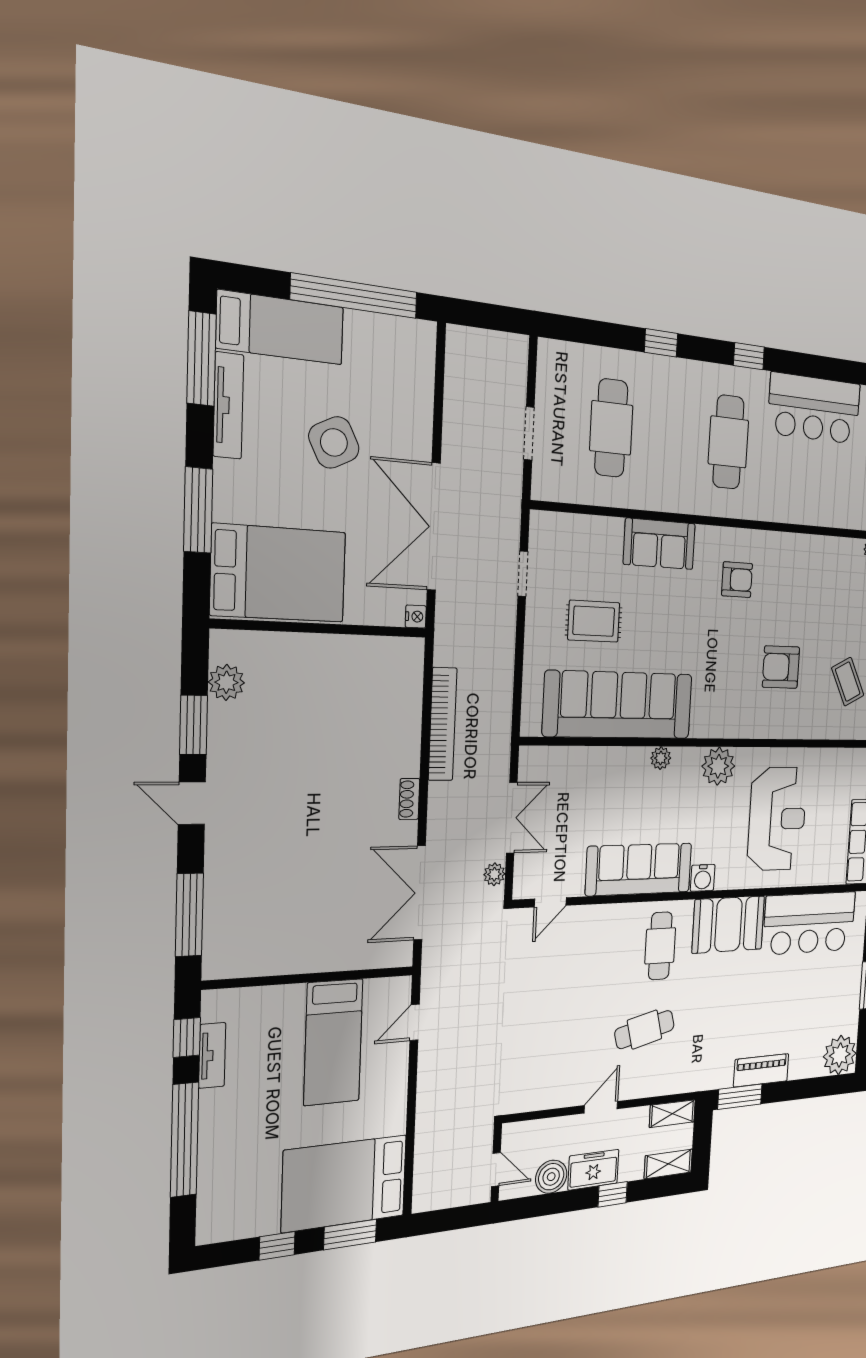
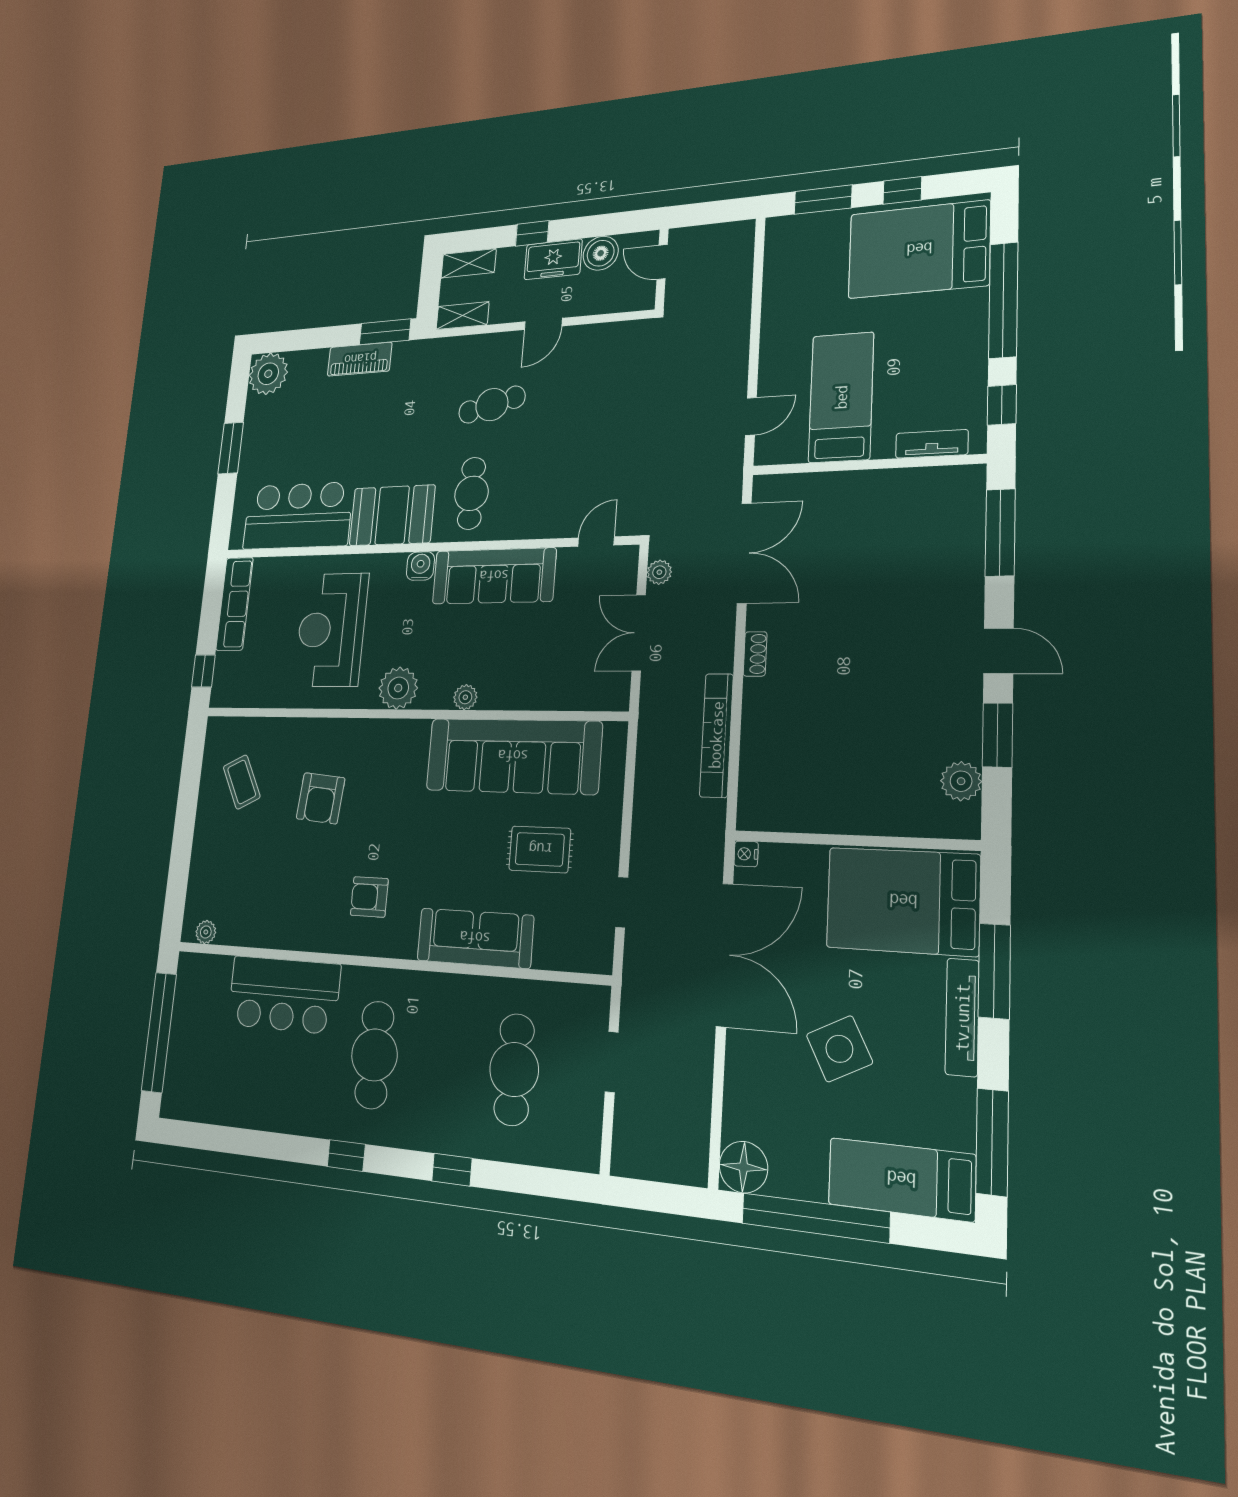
floor lamp: (416, 341) -> (743, 1167), added
tv unit: (228, 406) -> (962, 1017), moved
bar counter: (814, 409) -> (284, 995), moved, turned 180
sofa: (659, 544) -> (475, 938), width x1.36
armchair: (781, 667) -> (321, 798), turned 95
tv unit: (212, 1055) -> (932, 444), moved, turned 90
bed: (344, 1183) -> (919, 249), moved, turned 180

